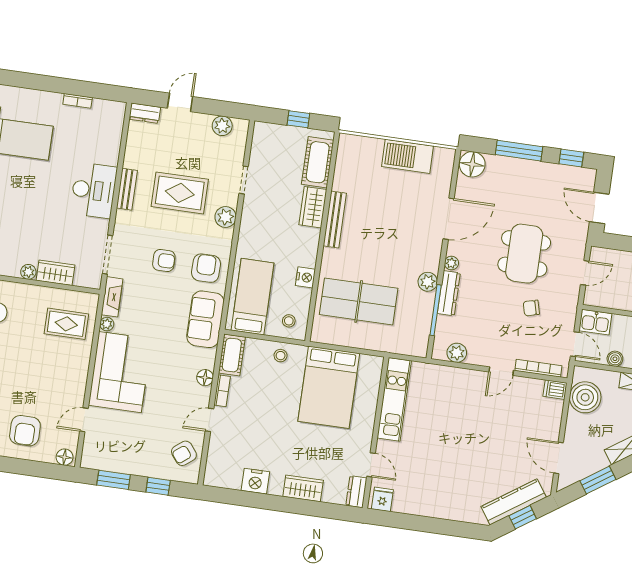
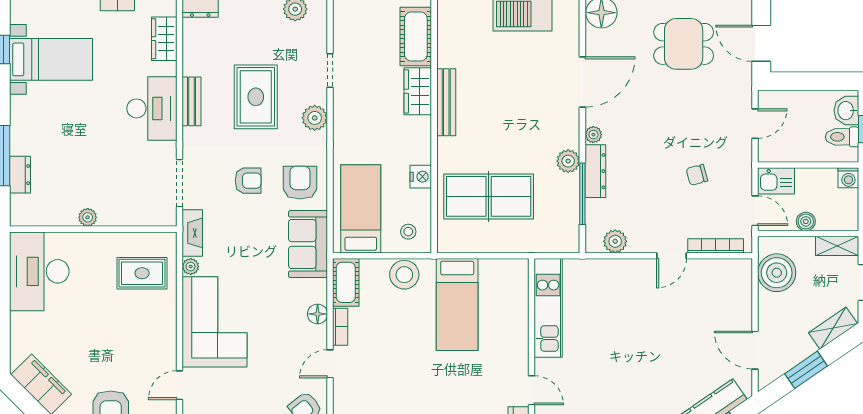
rug: (180, 193) -> (256, 97), turned 90
dining table: (524, 254) -> (684, 44), moved, width x0.73
wardrobe: (56, 273) -> (164, 39), moved, turned -90
stool: (281, 356) -> (404, 275), width x1.89, depth x1.89
bed: (329, 387) -> (457, 304), width x0.67
dishwasher: (555, 390) -> (739, 269), removed

